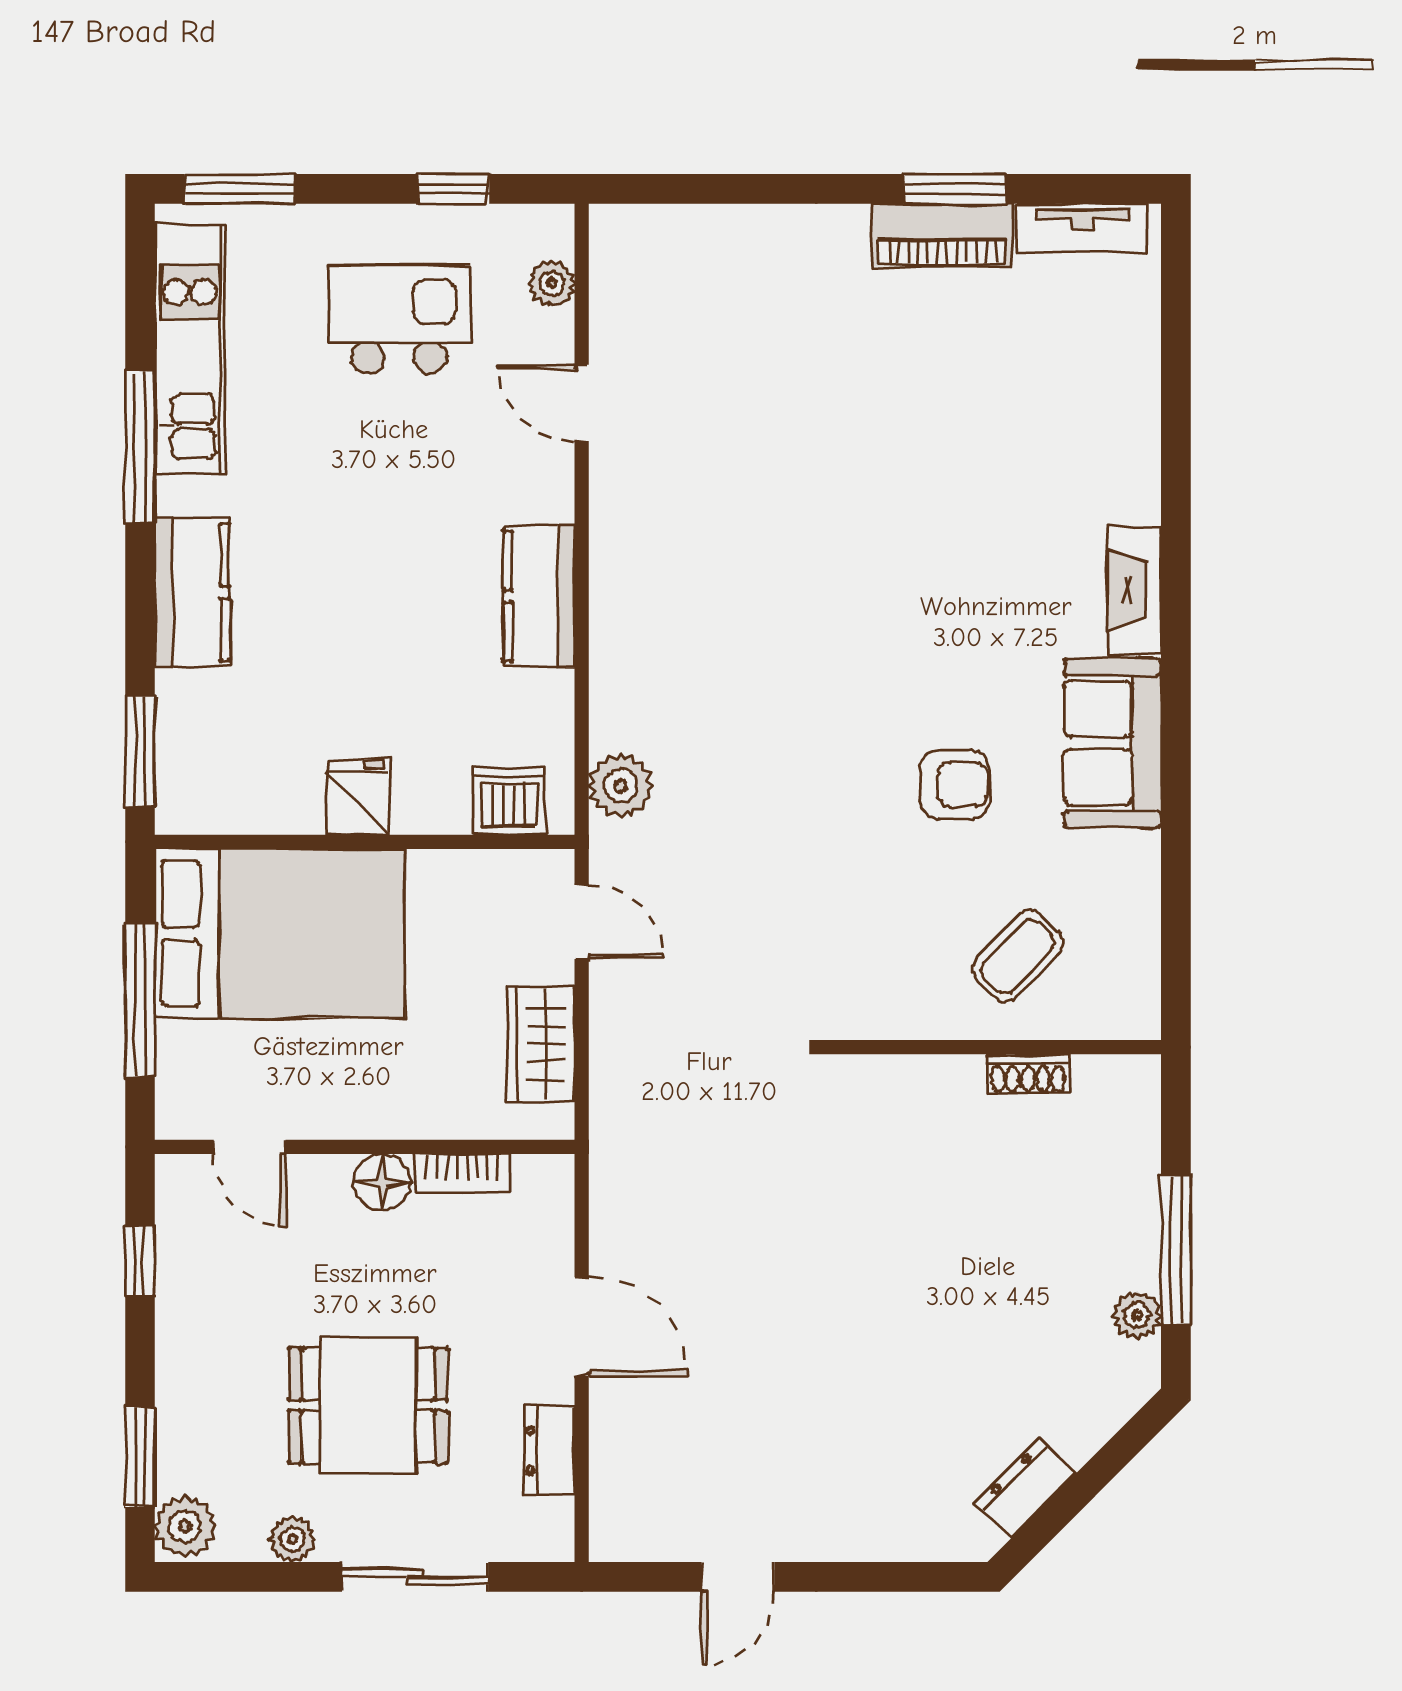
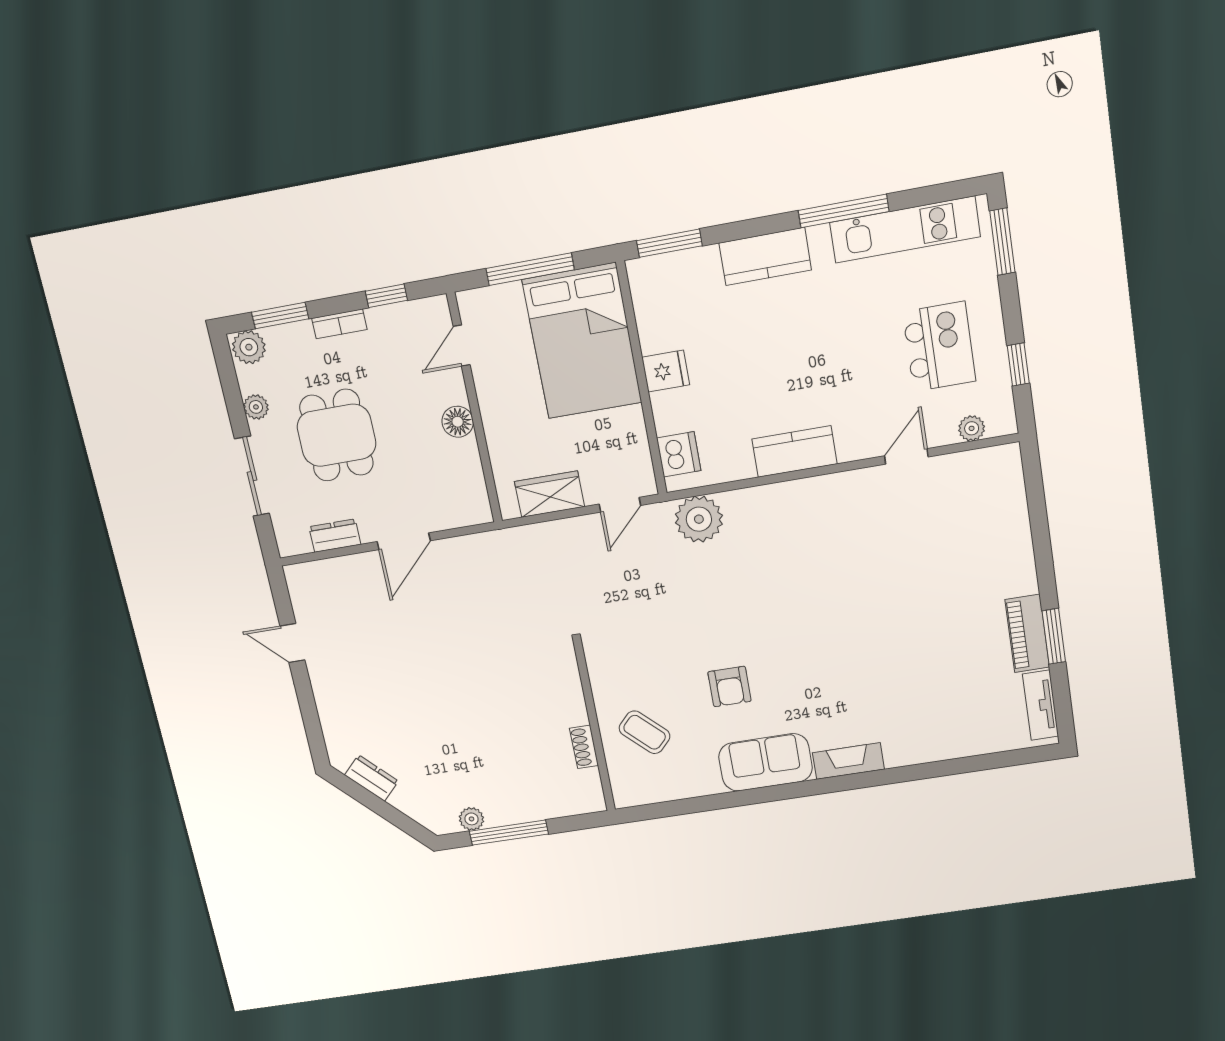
plant: (621, 786) -> (699, 519), width x1.36, depth x1.36
bookcase: (462, 1173) -> (339, 324), moved, turned -90

